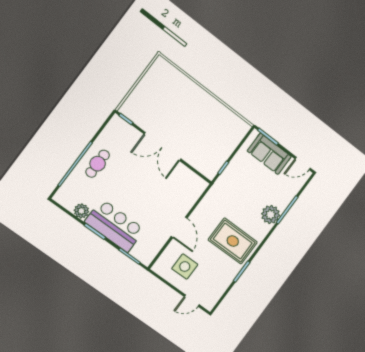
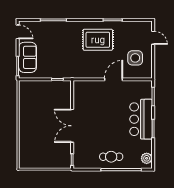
double door: (163, 147) -> (72, 126), swing flipped
plant: (81, 211) -> (147, 158), moved
plant: (271, 215) -> (64, 28), removed
rug: (233, 241) -> (98, 40), turned 90

